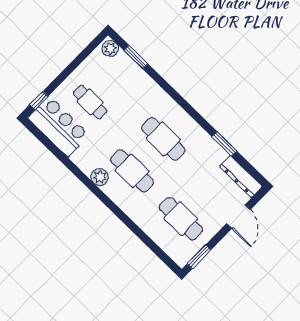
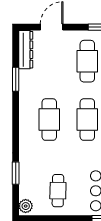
window: (136, 57) -> (16, 173), moved
cafe table: (90, 102) -> (58, 191), moved

